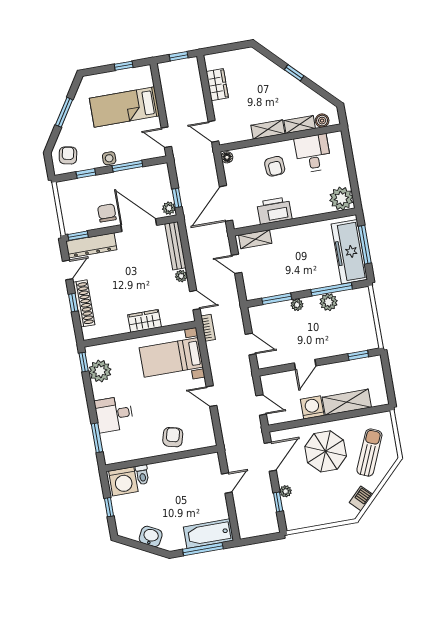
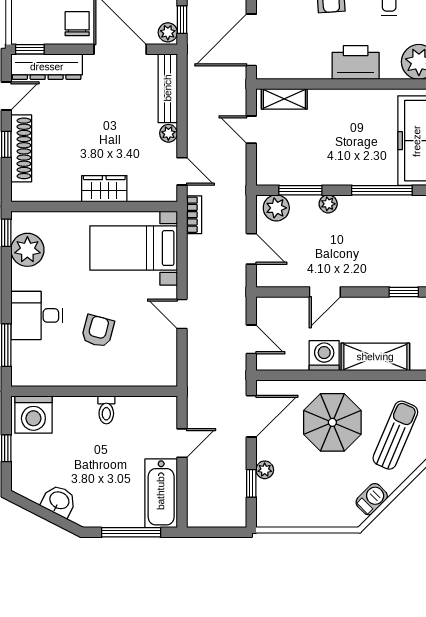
printer: (274, 211) -> (356, 62), moved
plant: (329, 302) -> (276, 208), moved
armchair: (173, 437) -> (98, 331), moved
toilet: (142, 475) -> (106, 410), moved
bathtub: (208, 534) -> (161, 493), moved, turned -90

